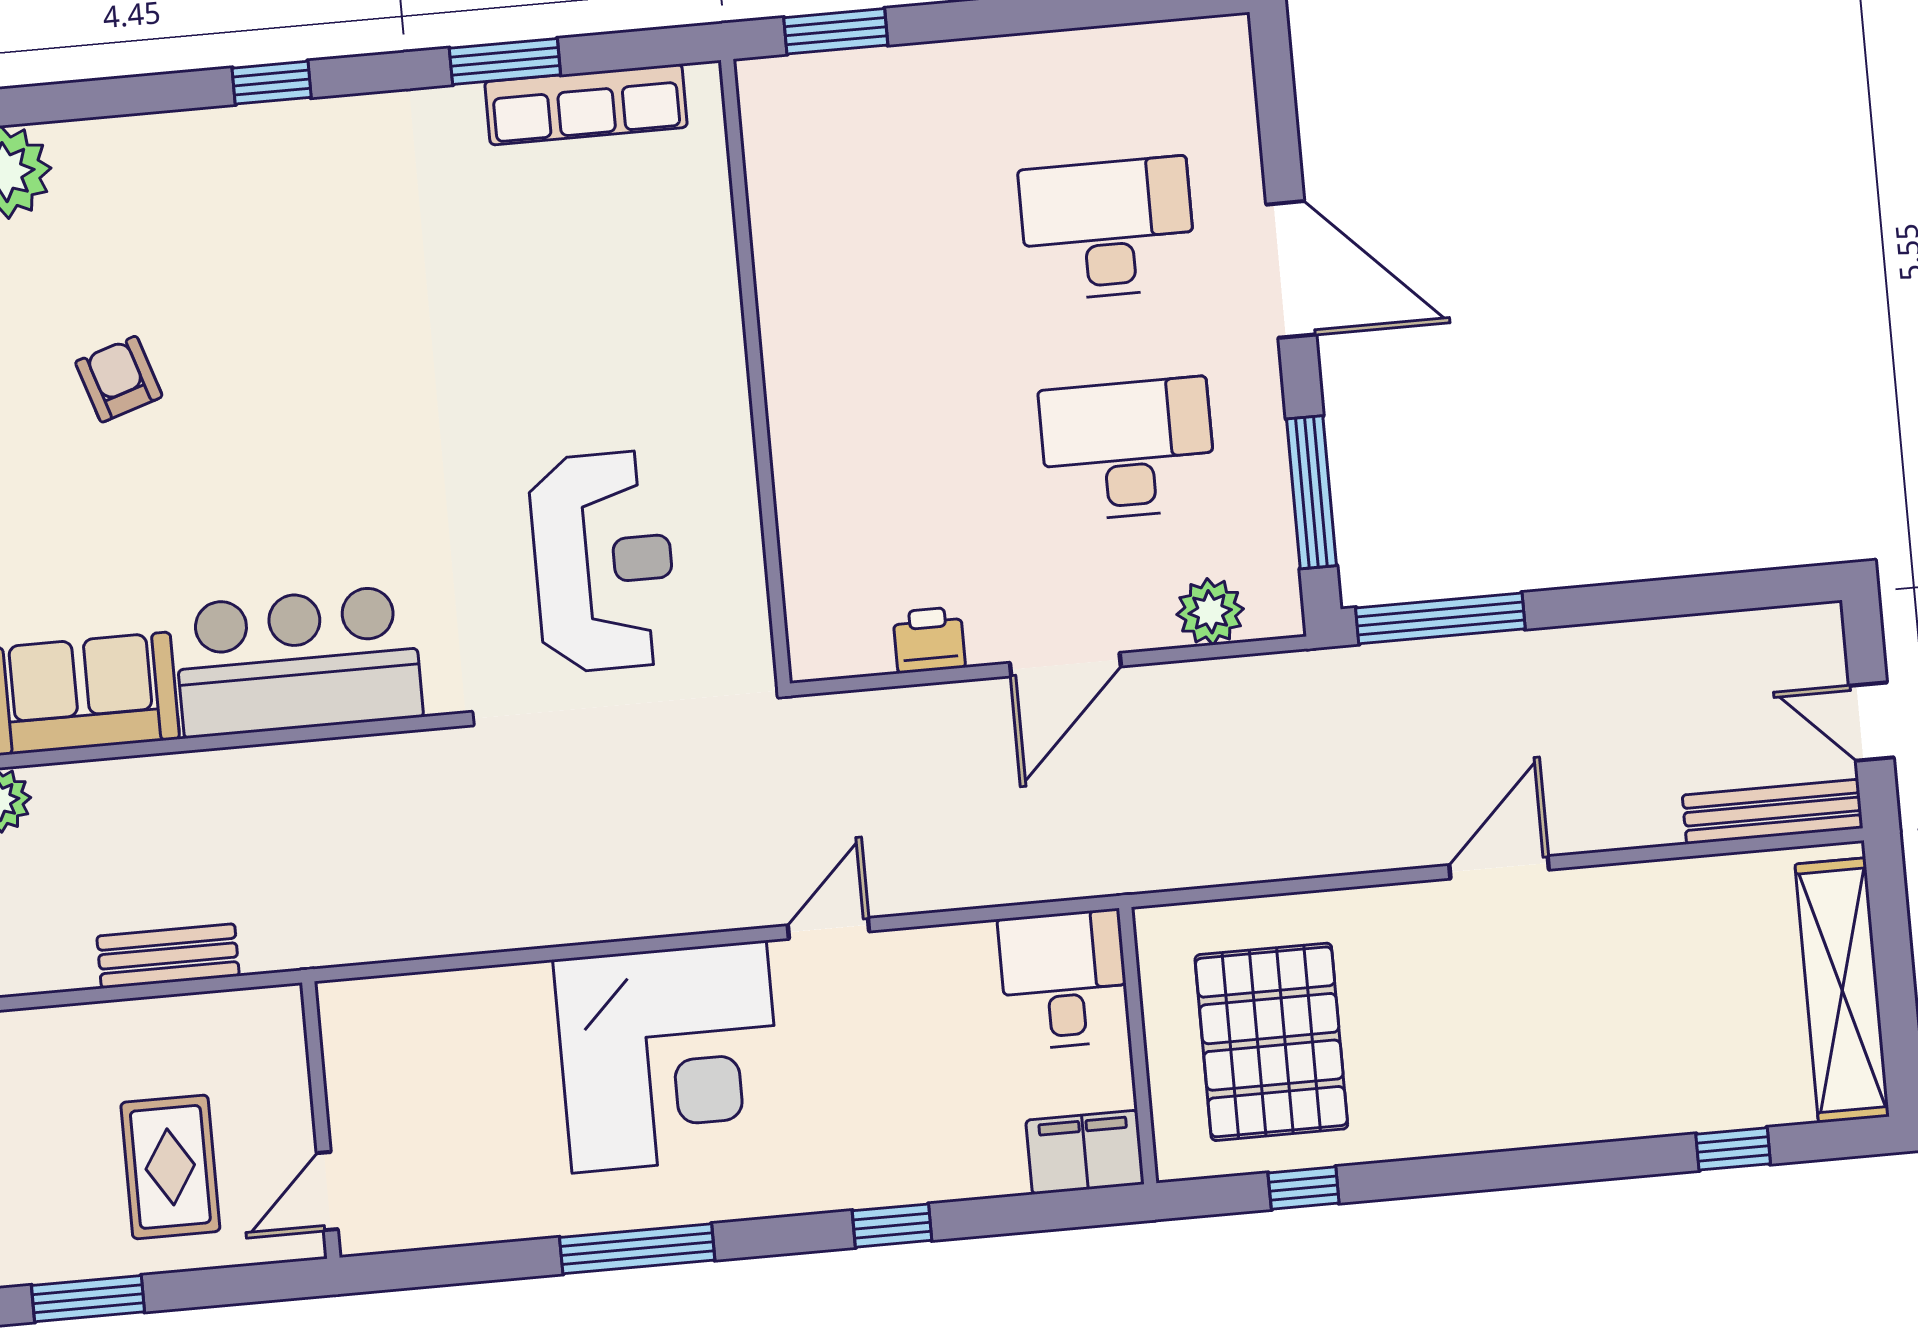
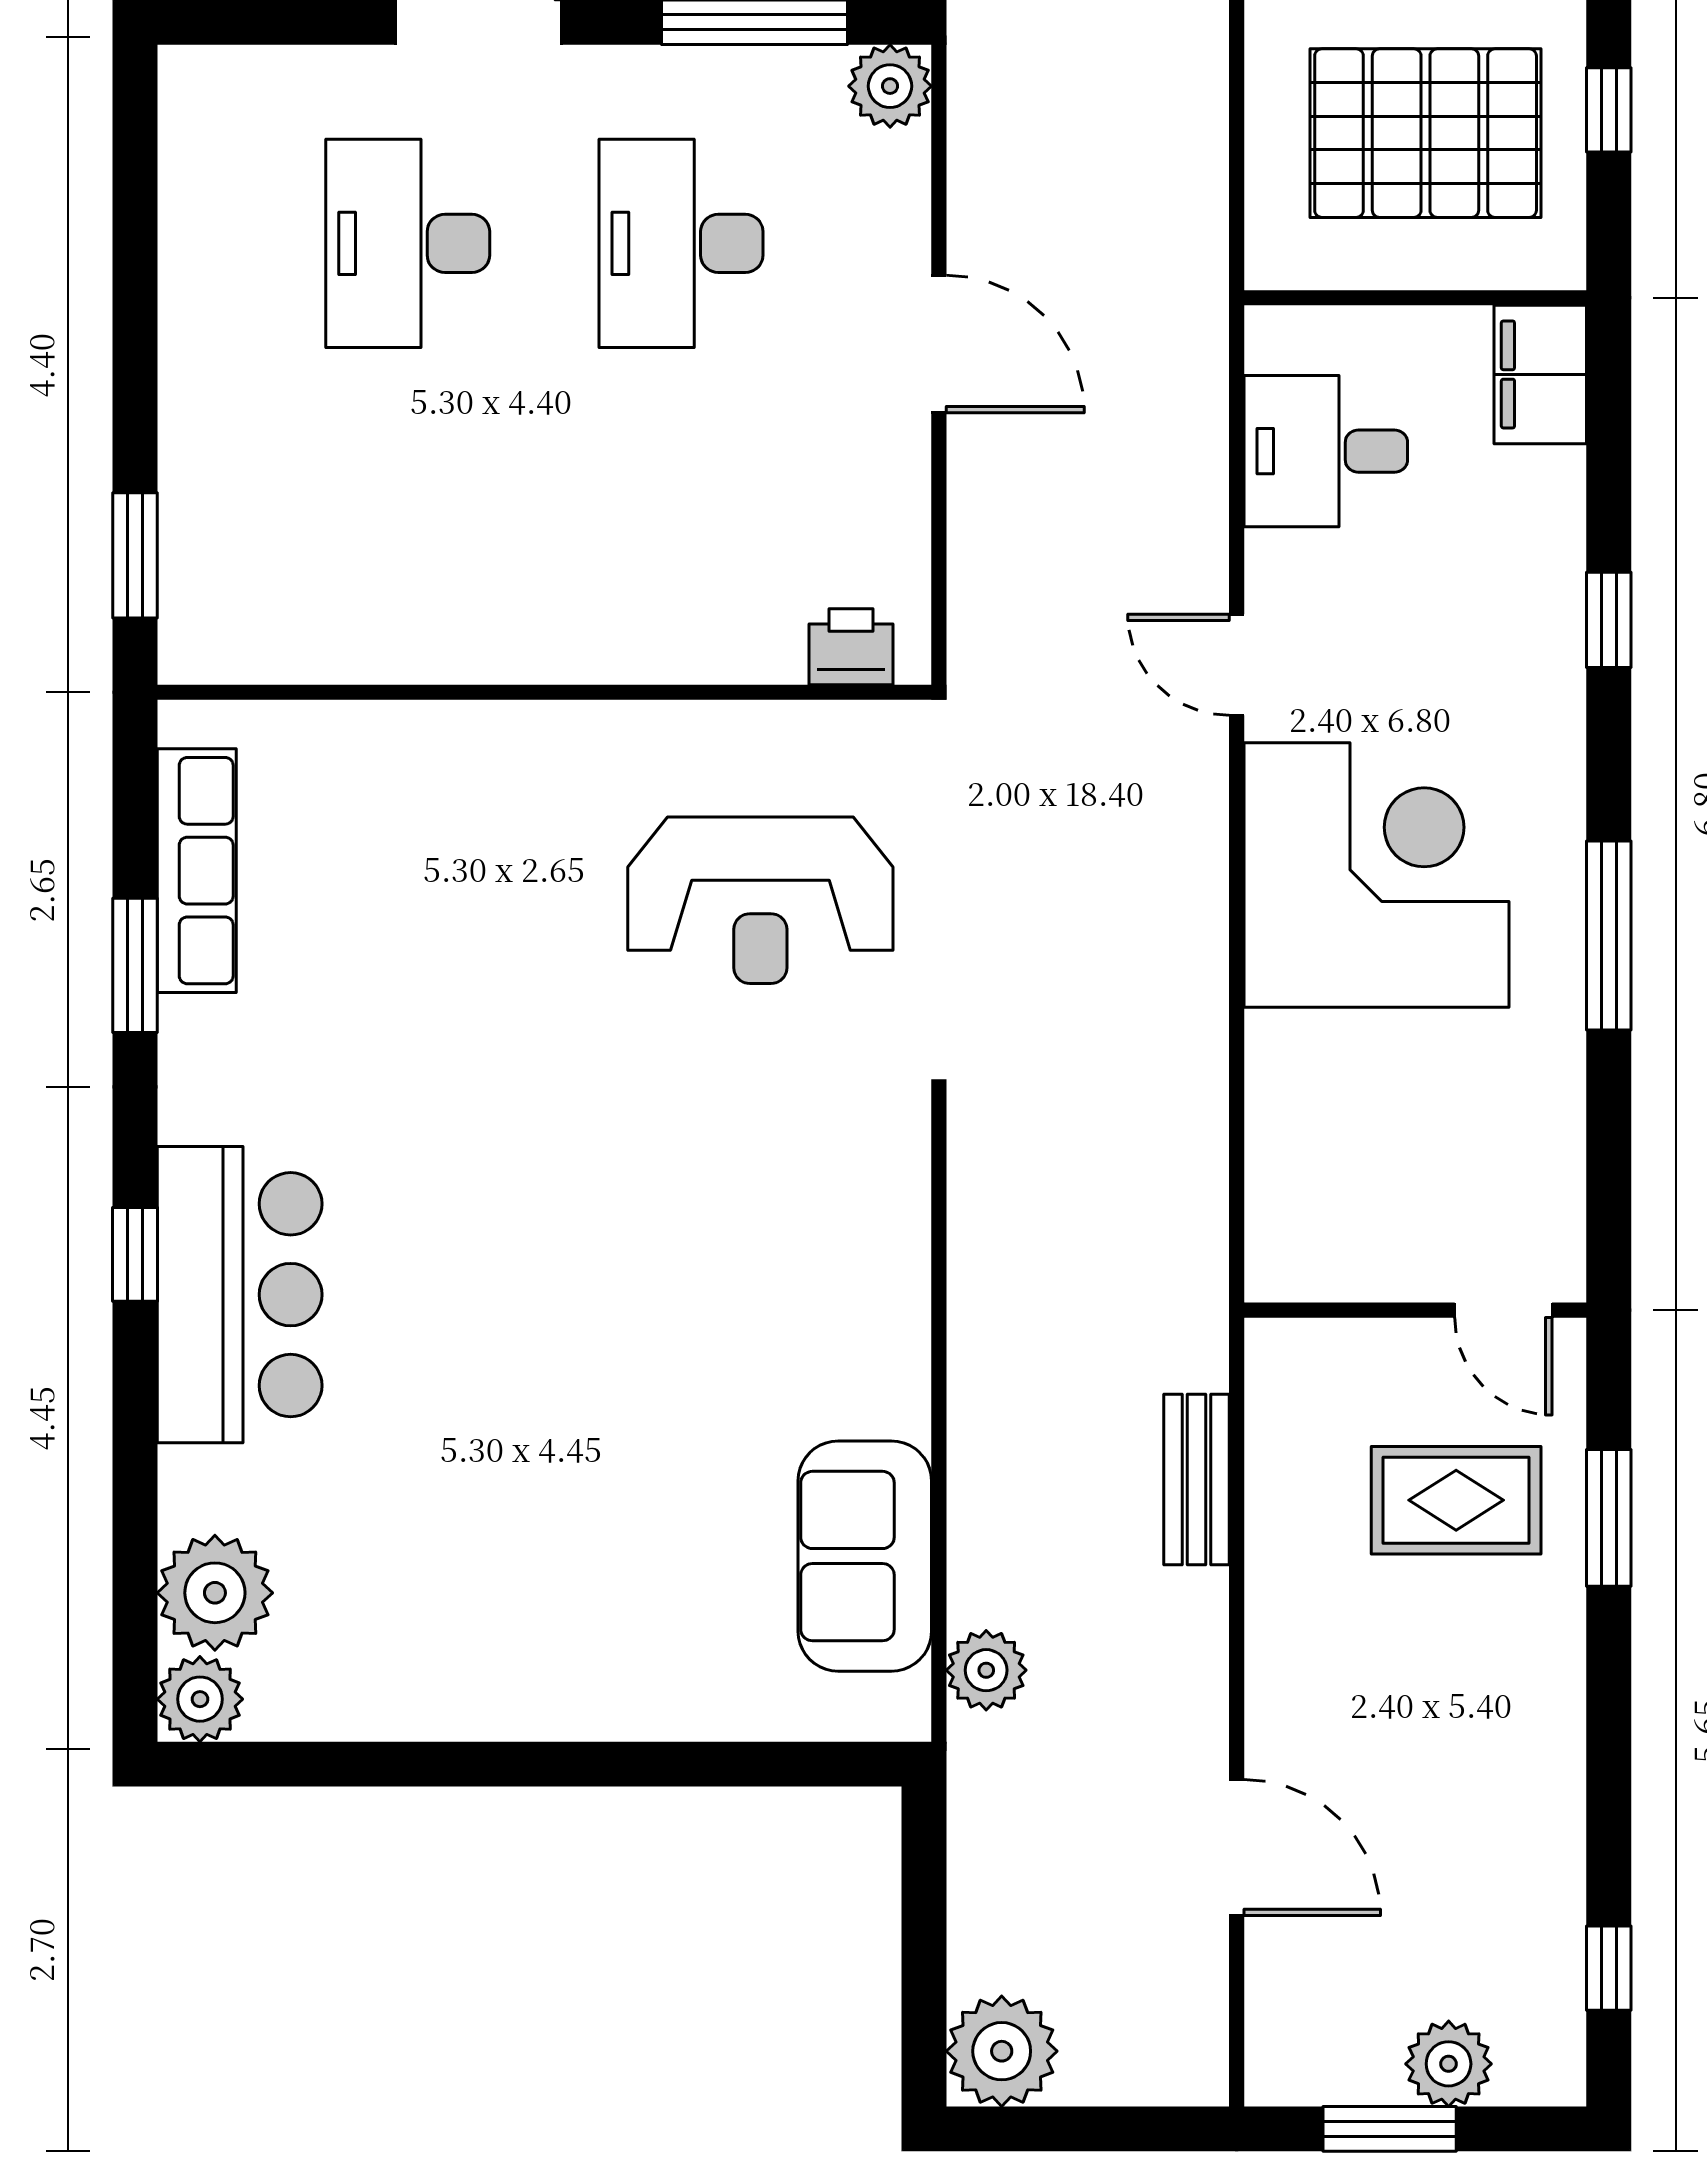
armchair: (119, 379) -> (482, 1475), removed
reception desk: (603, 561) -> (760, 900), turned 180
plant: (1210, 612) -> (890, 86), moved
printer: (929, 640) -> (851, 647), moved, turned 90
bar counter: (298, 661) -> (240, 1295), moved, turned 180
desk: (1064, 980) -> (1326, 451), moved
window: (88, 1299) -> (1609, 1518), moved

